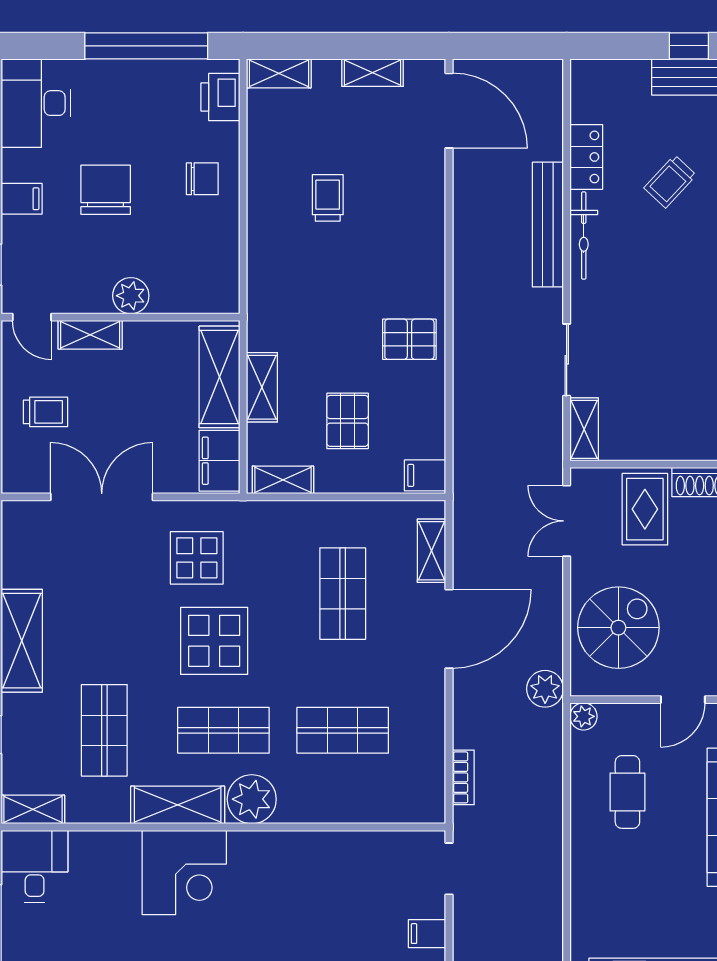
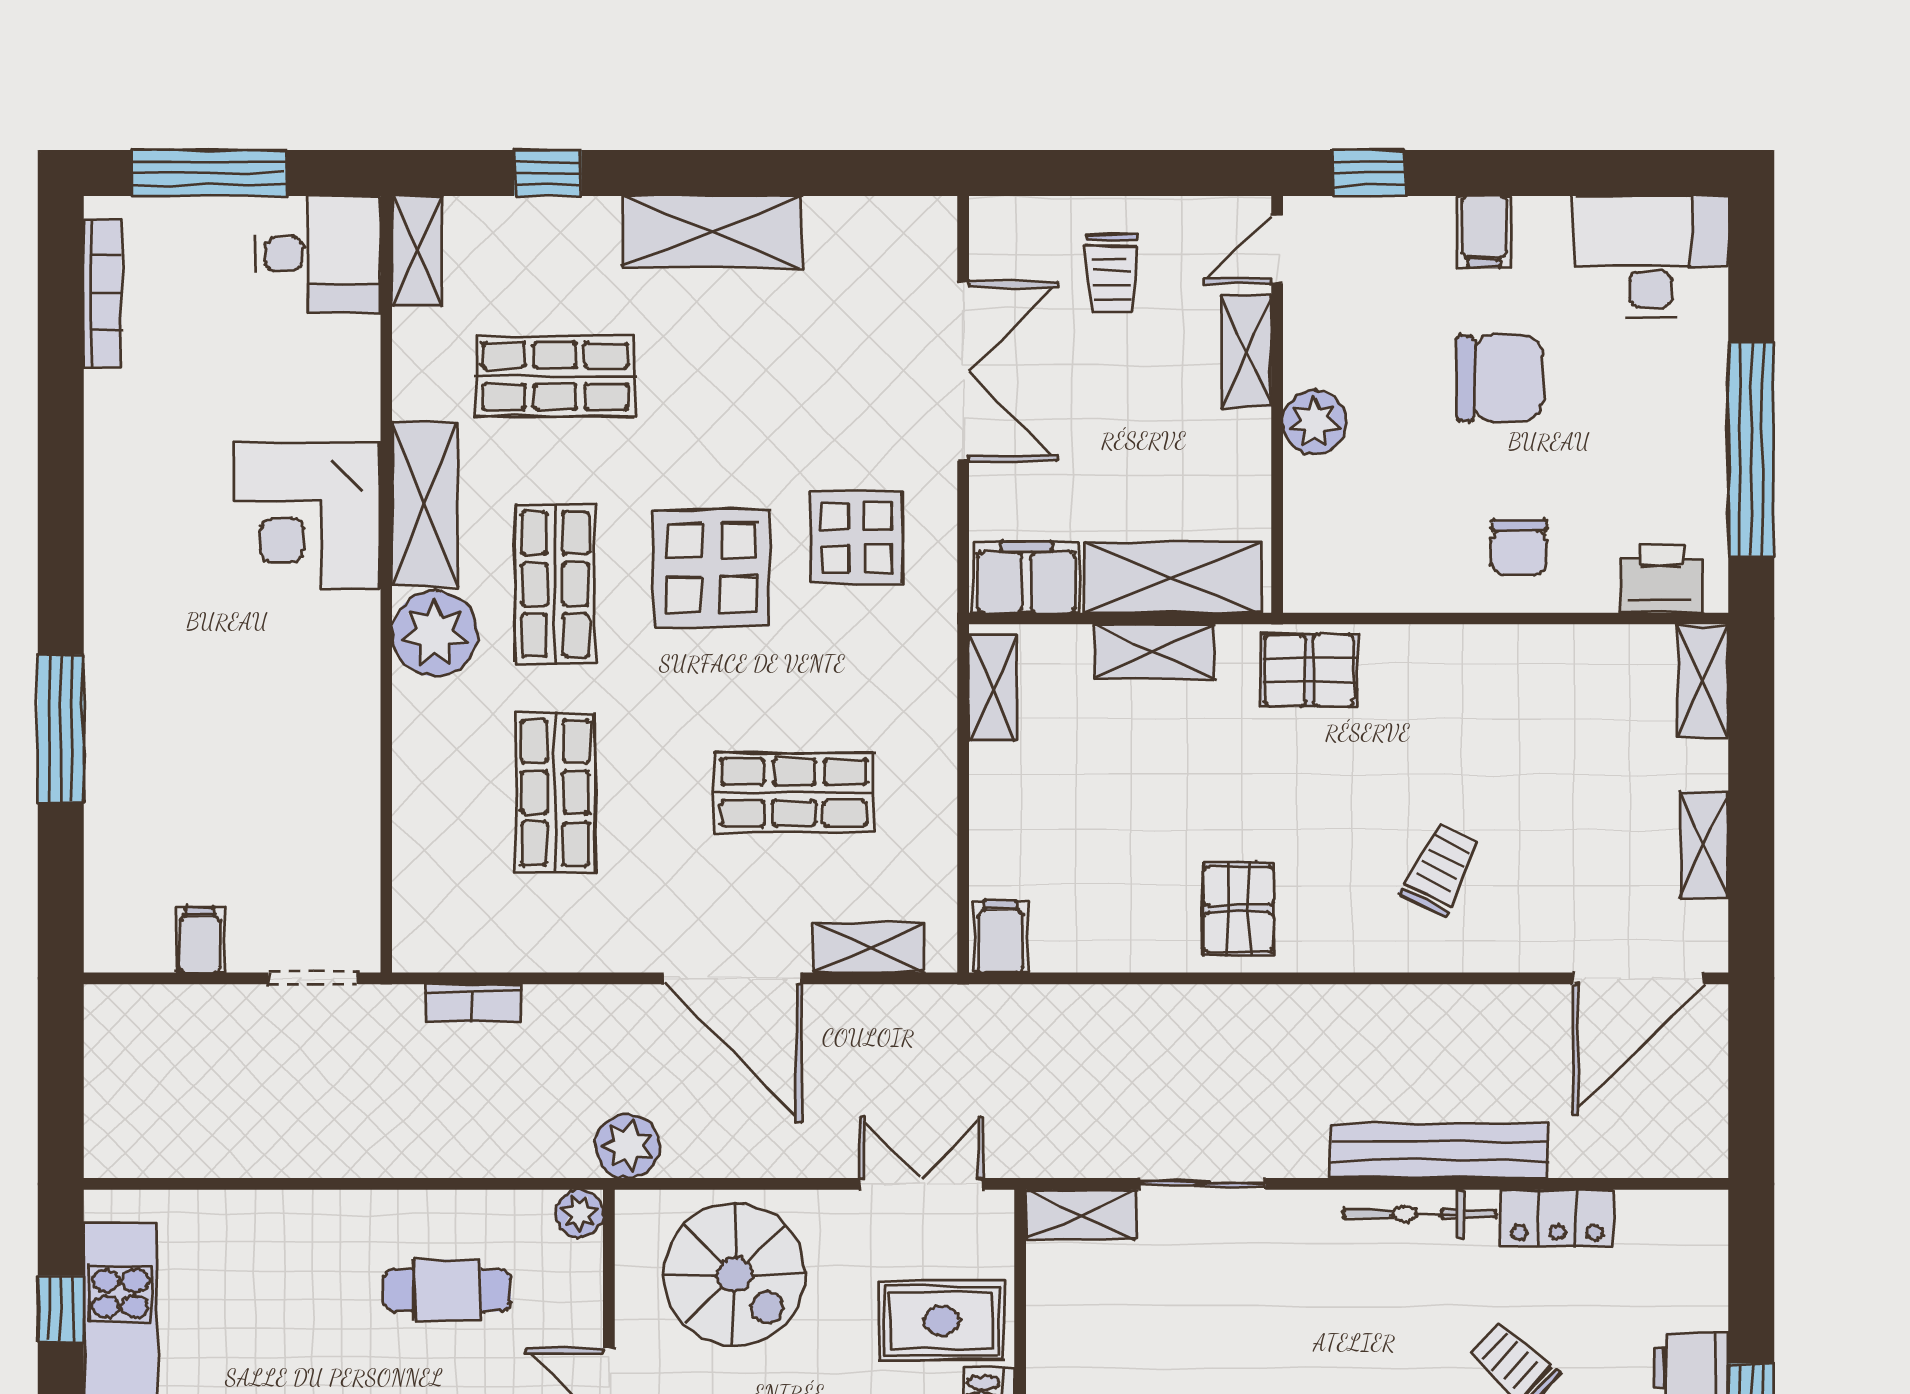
trolley: (328, 198) -> (1440, 869), moved, turned -64
pallet: (348, 421) -> (1309, 670), moved

